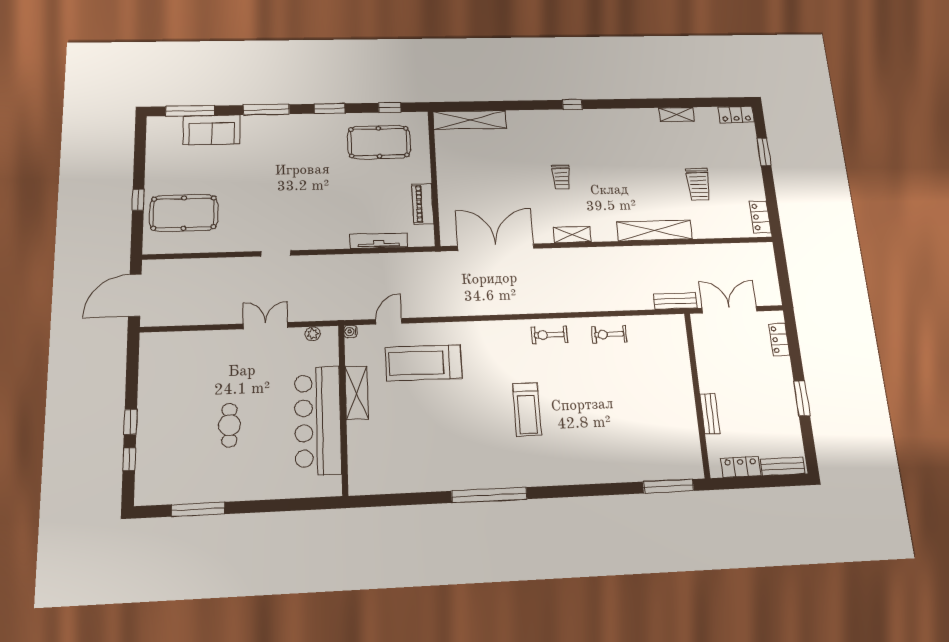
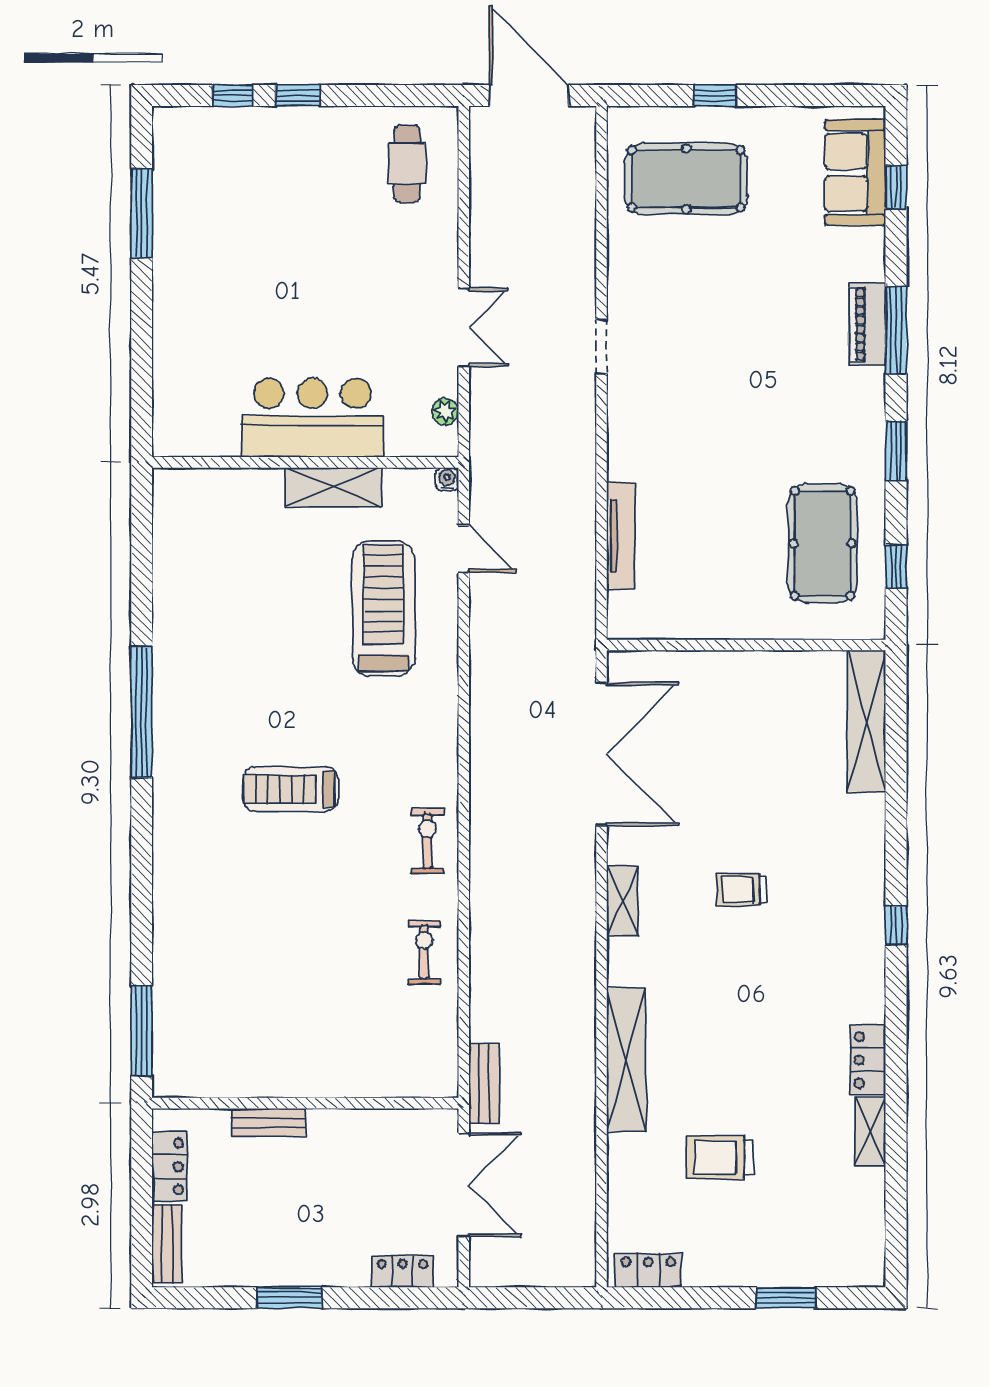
window: (190, 111) -> (896, 187), width x0.46
locker: (736, 114) -> (868, 1060), moved
sofa: (212, 130) -> (855, 172), moved
piano: (423, 204) -> (867, 324), moved, turned -90
pool table: (184, 213) -> (686, 179), turned 90
bar counter: (318, 420) -> (312, 418), width x0.73
cafe table: (229, 425) -> (407, 164), moved, turned 90

